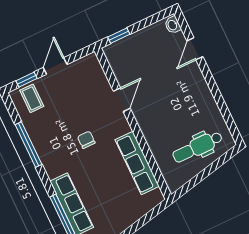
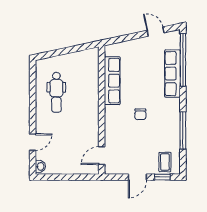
window: (119, 36) -> (82, 177), removed
door: (122, 100) -> (102, 156), moved
dental chair: (198, 147) -> (56, 92), moved, turned 90

